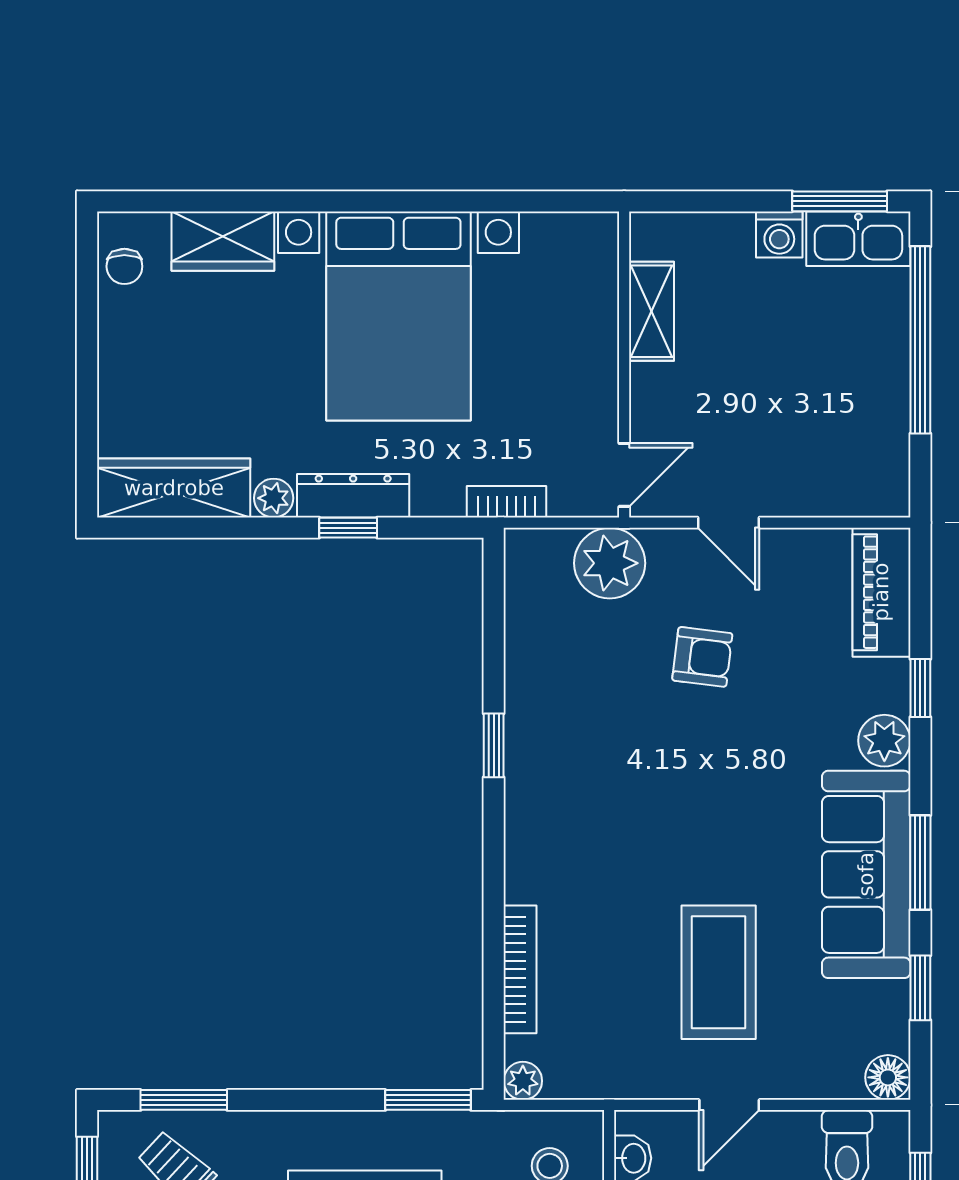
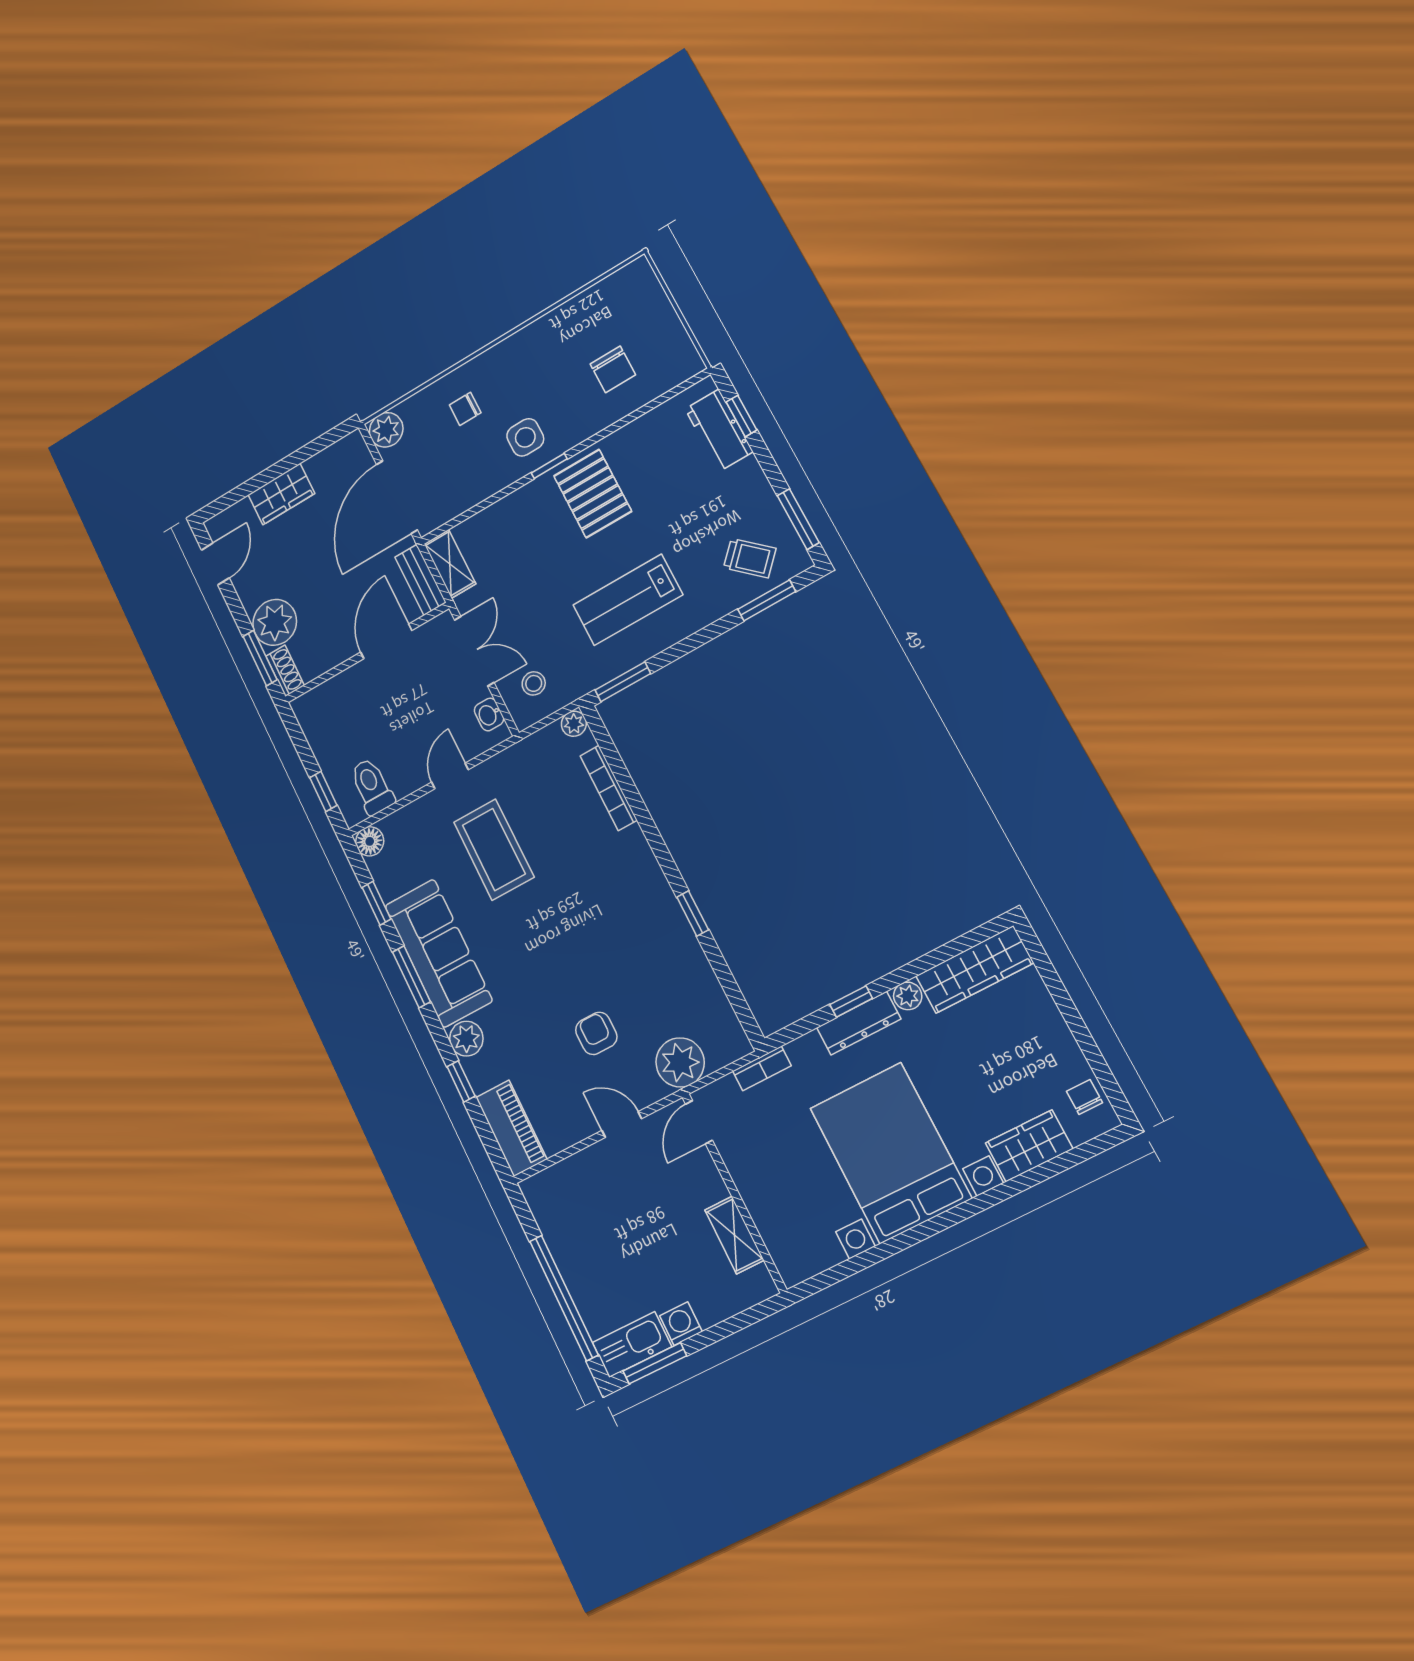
armchair: (702, 657) -> (596, 1033), turned 83

